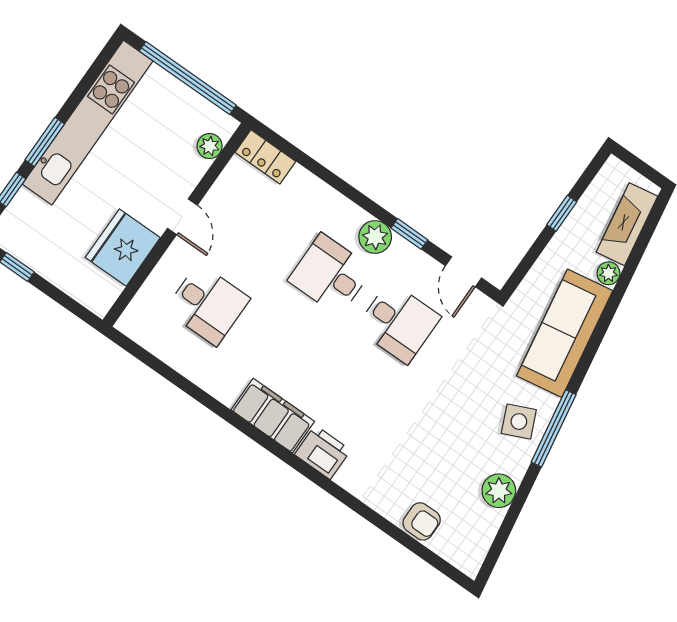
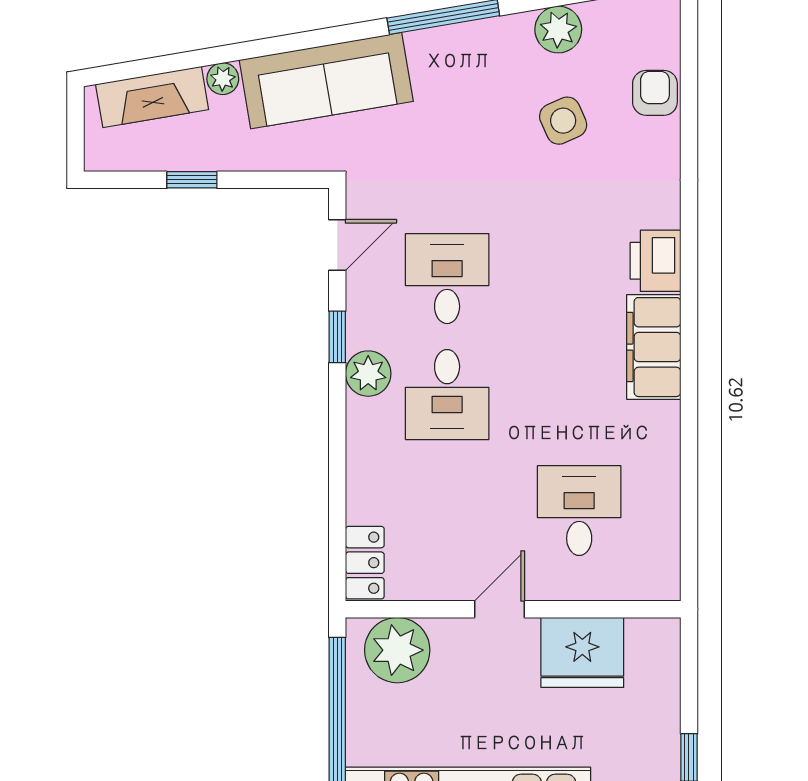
plant: (210, 146) -> (397, 650), width x1.87, depth x1.87
side table: (519, 422) -> (563, 121), moved

